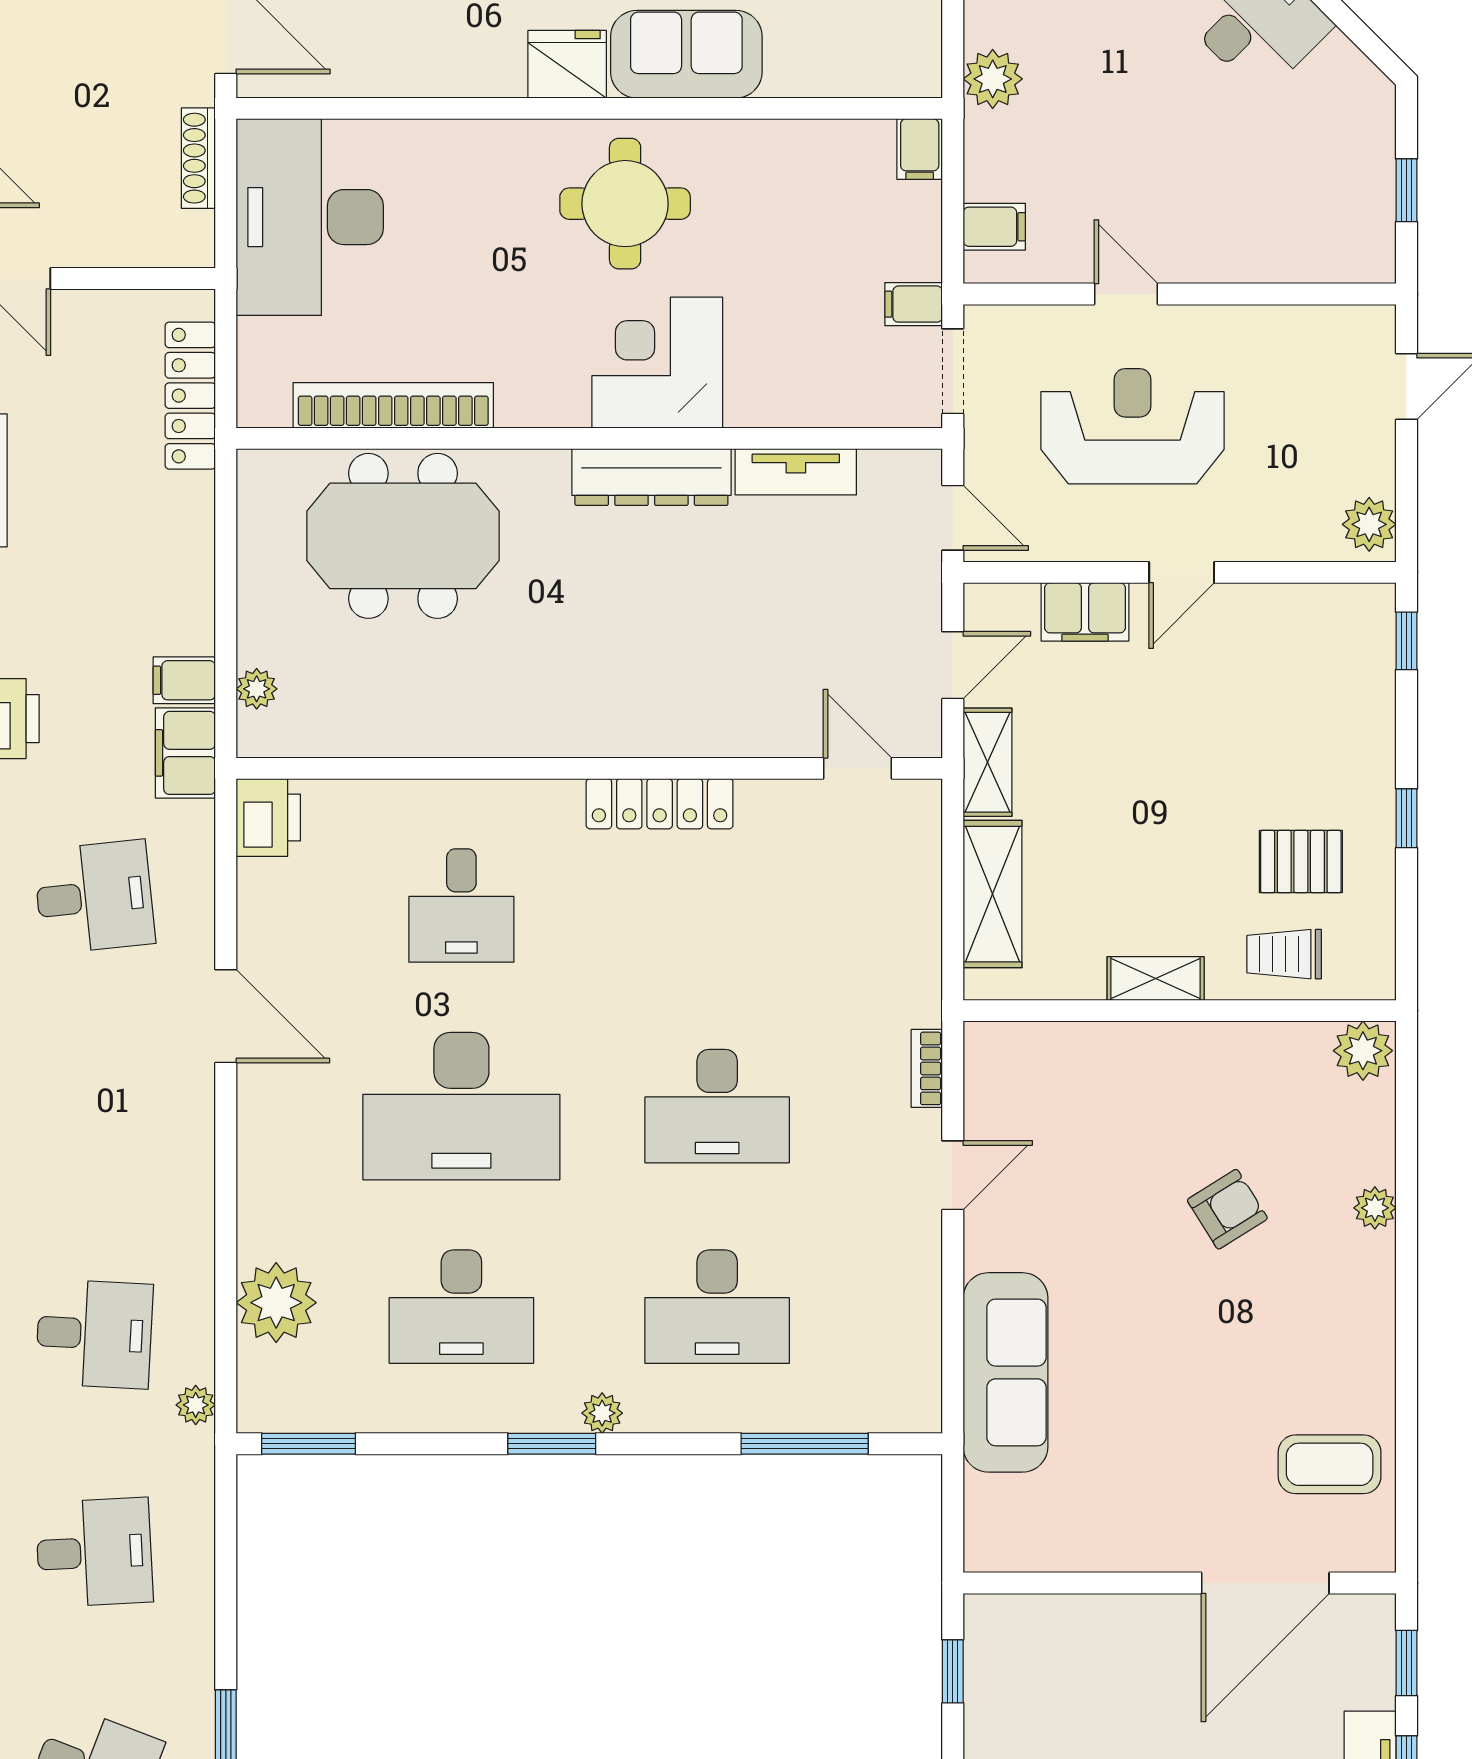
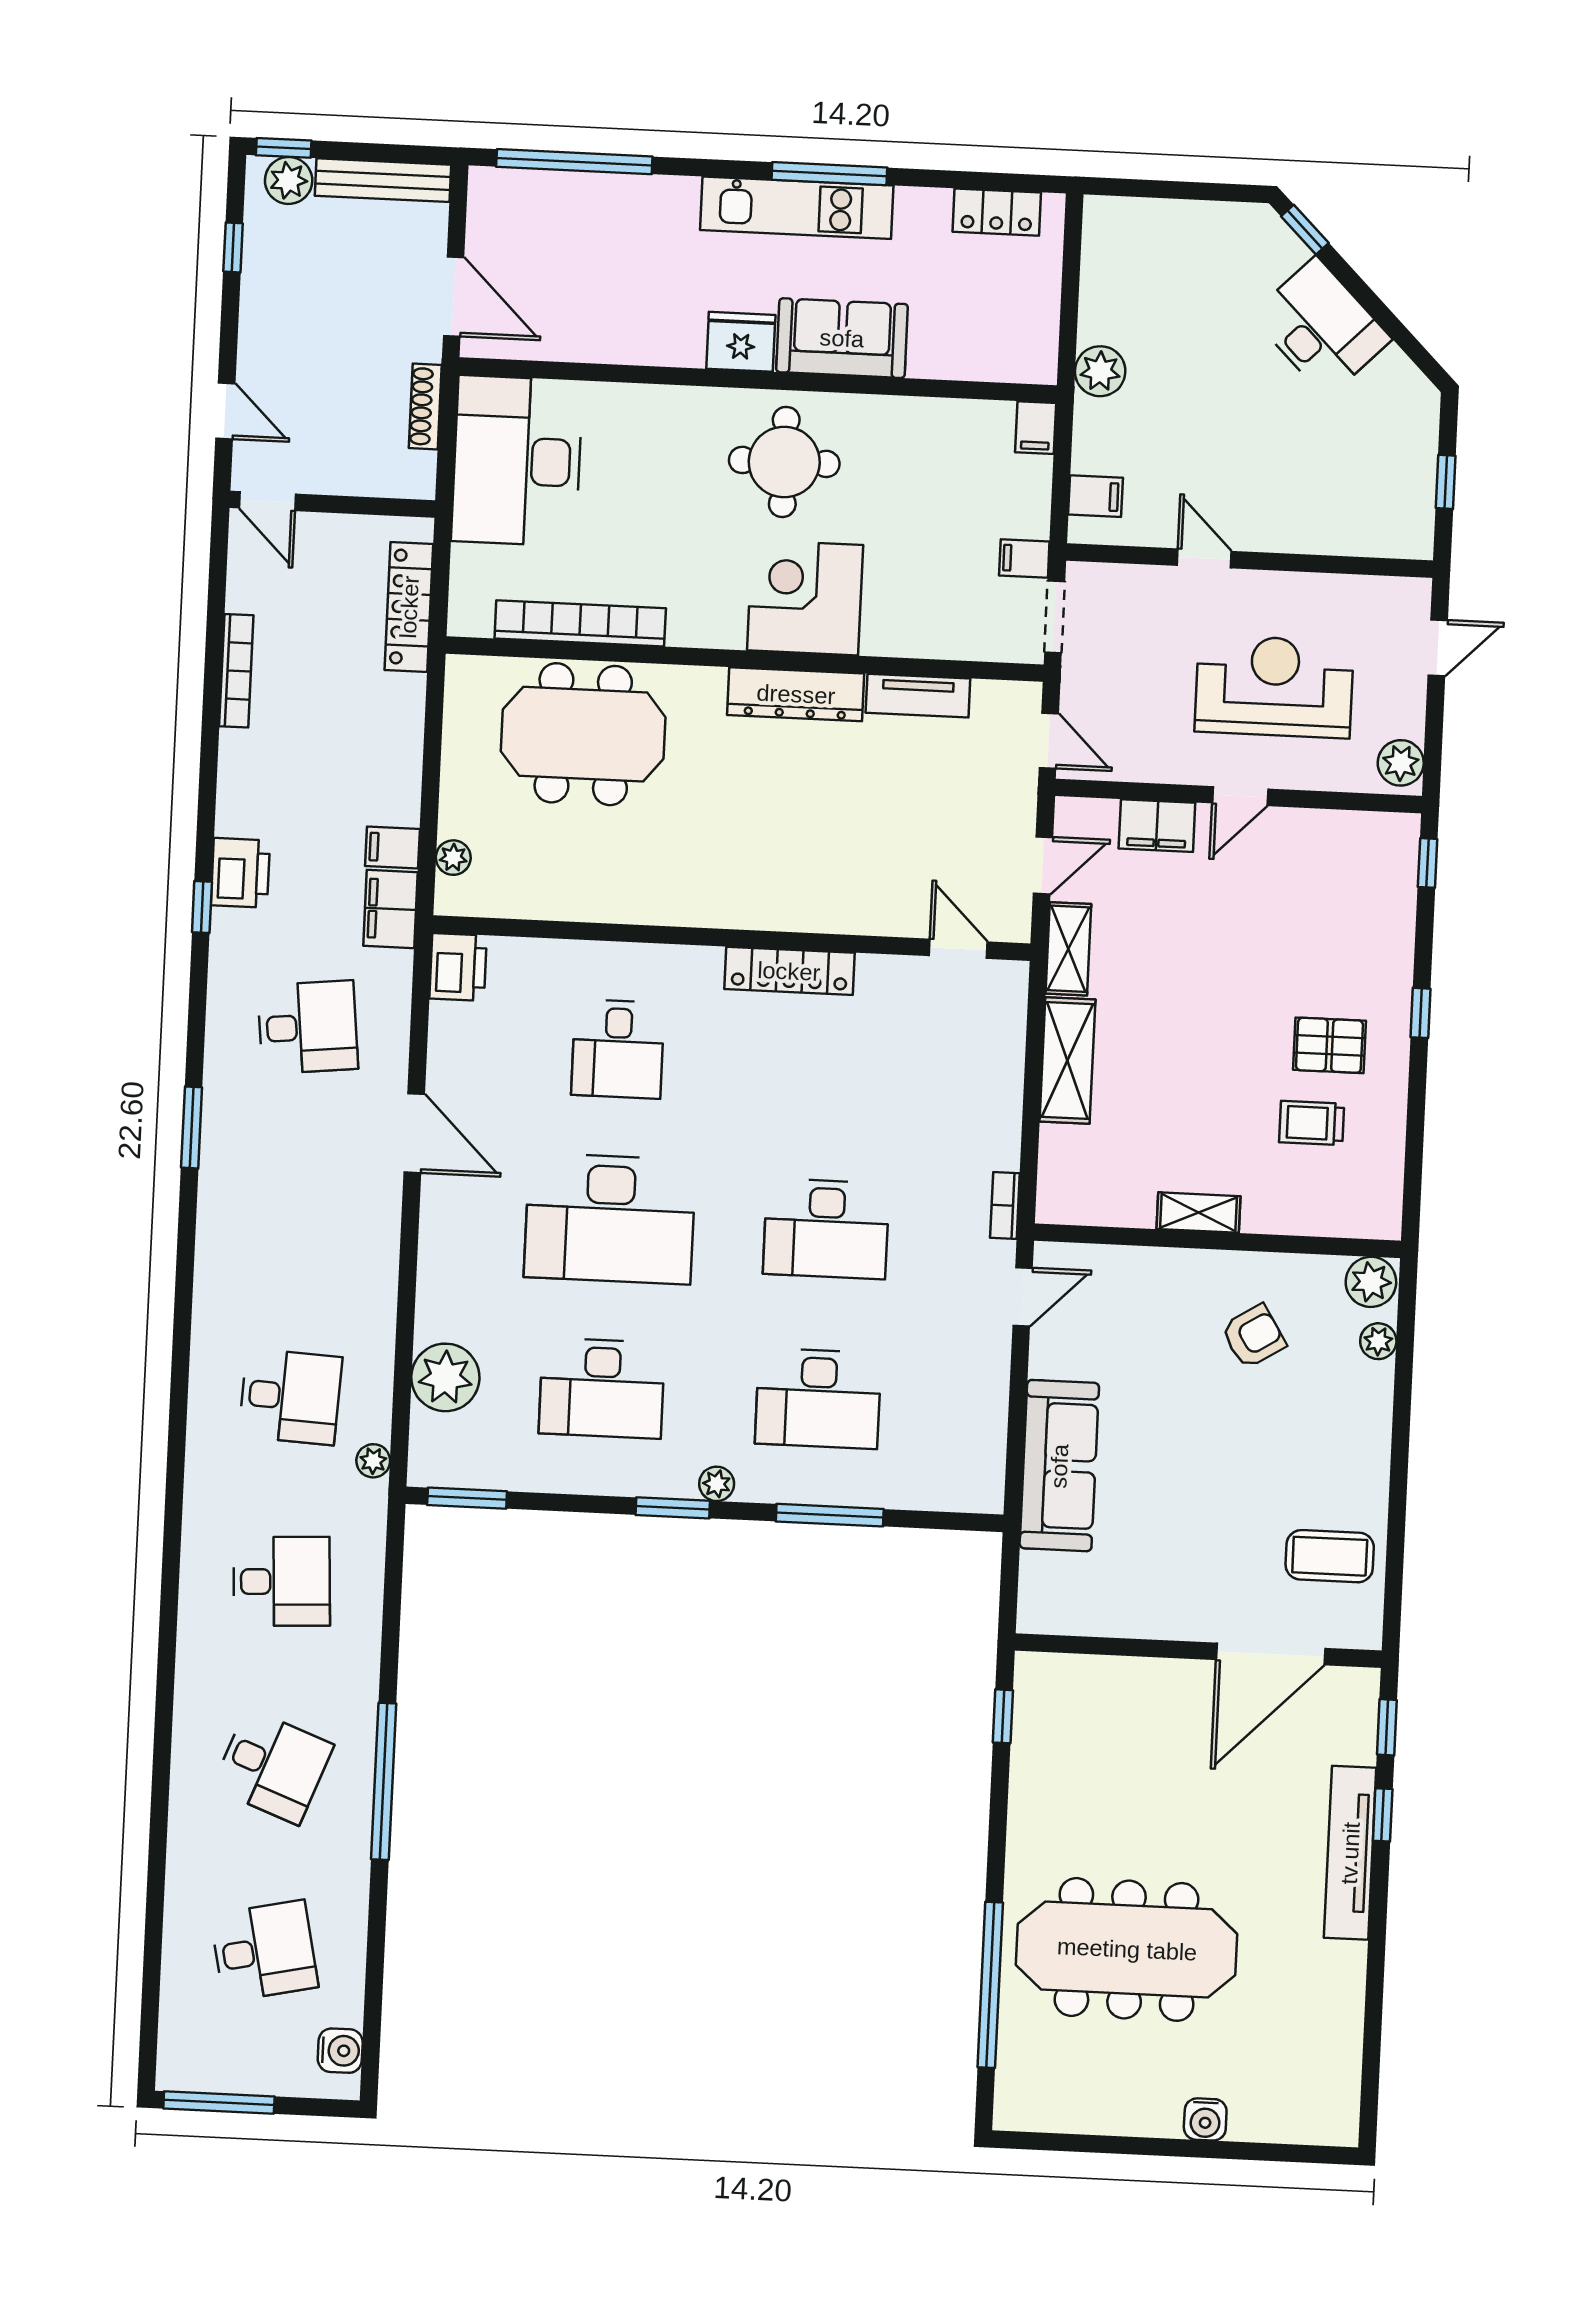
reception desk: (1132, 426) -> (1274, 687), moved
shelving: (1156, 979) -> (1198, 1213), moved
wall: (1180, 1011) -> (1218, 1241), moved
plant: (1363, 1051) -> (1371, 1282), moved
window: (805, 1444) -> (830, 1515), moved

